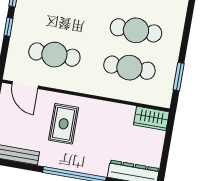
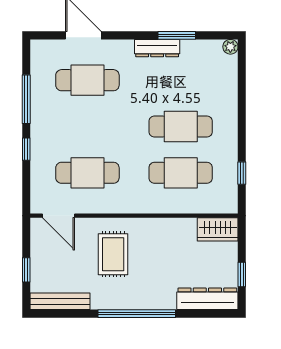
window: (179, 77) -> (242, 173), width x0.67
window: (164, 158) -> (242, 274), added

